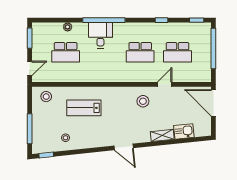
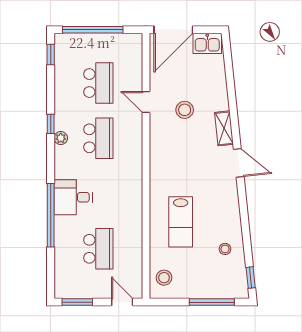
window: (104, 20) -> (51, 215), moved
window: (161, 20) -> (51, 124), moved
plant: (68, 27) -> (61, 138), moved
stool: (143, 101) -> (185, 110), moved
kitchen sink: (184, 131) -> (207, 43), moved, turned -84
shelving: (162, 135) -> (224, 128), moved
door: (124, 147) -> (239, 163), hinge flipped

